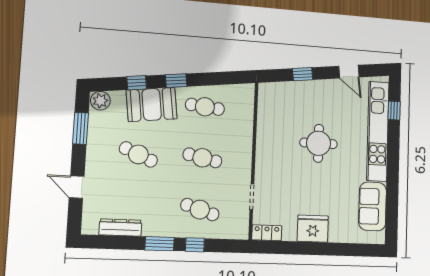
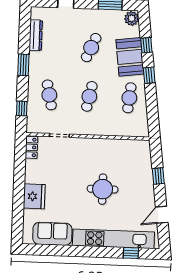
cafe table: (200, 210) -> (49, 95), turned -30
fridge: (313, 229) -> (34, 196), moved
window: (195, 245) -> (22, 109), moved

